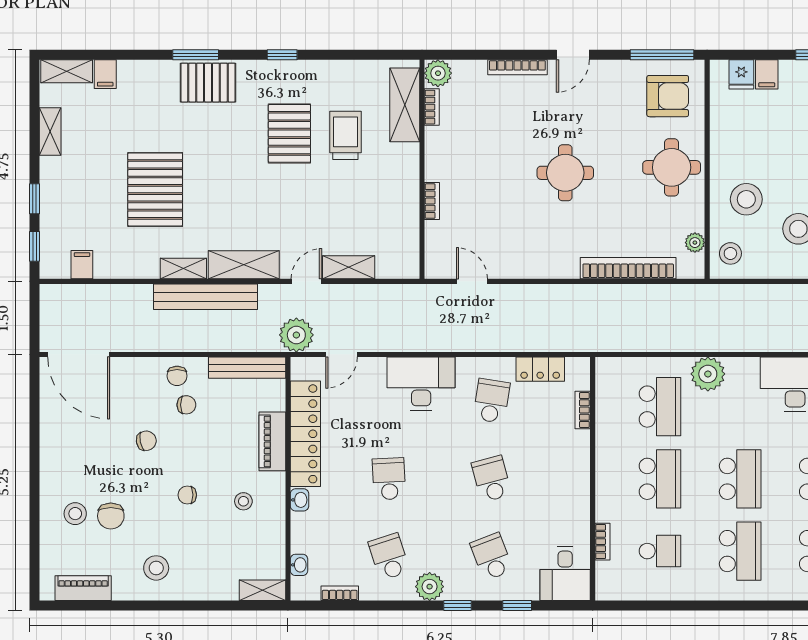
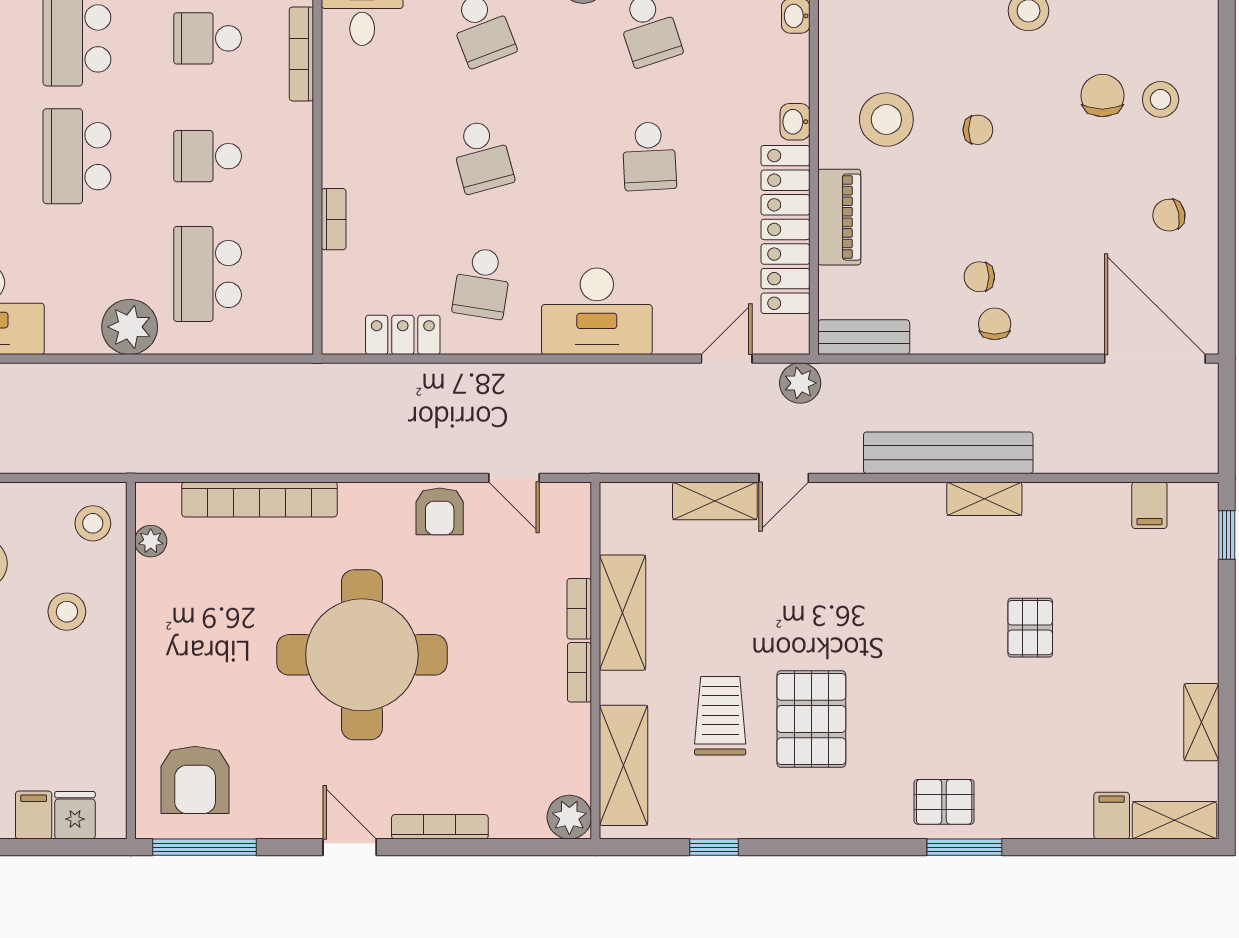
window: (282, 55) -> (714, 847), moved
door: (573, 55) -> (350, 847), hinge flipped
pallet: (208, 83) -> (944, 802), width x0.67, depth x0.71
armchair: (668, 96) -> (195, 780), turned -90
bookcase: (432, 107) -> (579, 672), moved
trolley: (345, 135) -> (720, 716), turned 180
round table: (672, 167) -> (189, 664), removed
round table: (565, 173) -> (362, 655), width x1.86, depth x1.86
pallet: (155, 189) -> (1030, 628), width x0.49, depth x0.50
window: (35, 199) -> (1227, 612), removed
stool: (746, 199) -> (67, 612), width x0.73, depth x0.73
armchair: (518, 261) -> (440, 511), added
shelving: (244, 265) -> (622, 613), moved, turned 90
plant: (296, 335) -> (800, 383), width x0.73, depth x0.73
bench: (247, 368) -> (864, 337), width x0.73
bookcase: (583, 410) -> (334, 219), moved
chair: (146, 441) -> (1169, 215), moved
school desk: (660, 479) -> (208, 156), width x0.54
stool: (243, 501) -> (886, 120), width x1.89, depth x1.89
bookcase: (602, 542) -> (301, 54), width x1.56

